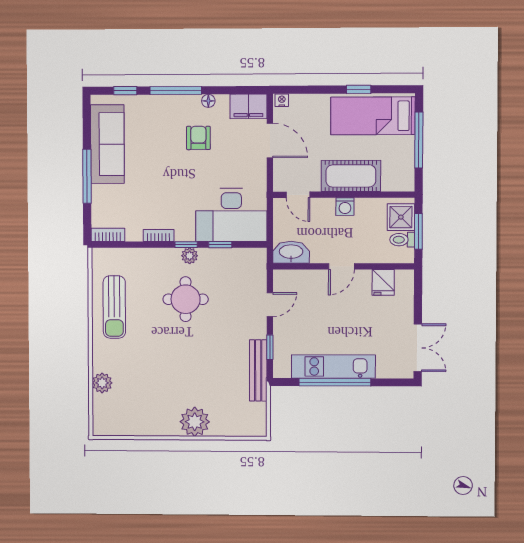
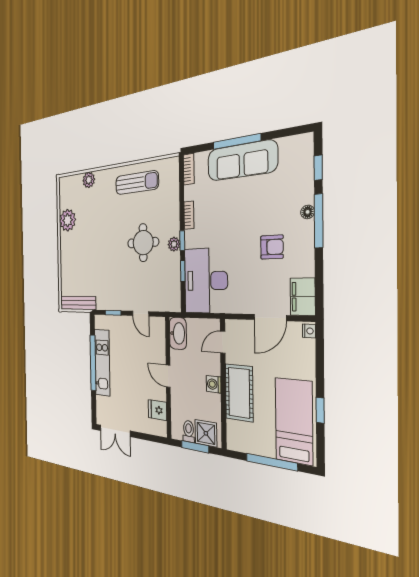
floor lamp: (208, 101) -> (308, 212), moved
sofa: (107, 144) -> (242, 161), moved
sun lounger: (114, 307) -> (137, 183), turned 180
bench: (258, 370) -> (78, 303), moved
plant: (195, 422) -> (68, 220), moved

